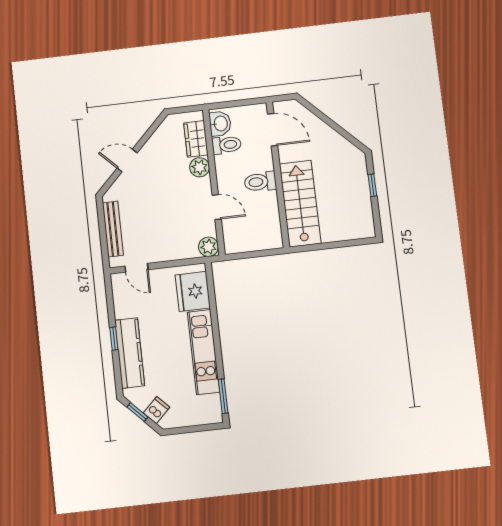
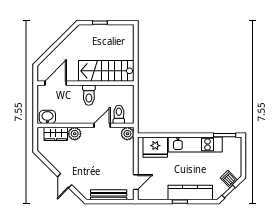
toilet: (227, 145) -> (119, 114), moved

